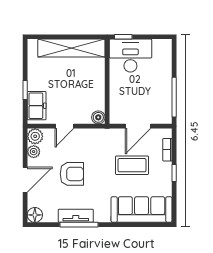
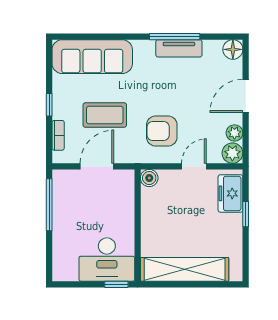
armchair: (72, 174) -> (162, 131), moved

